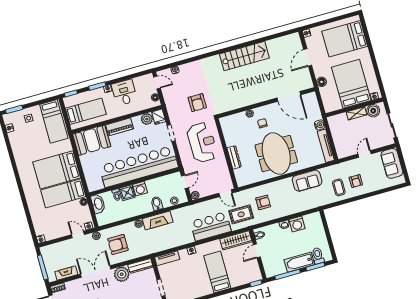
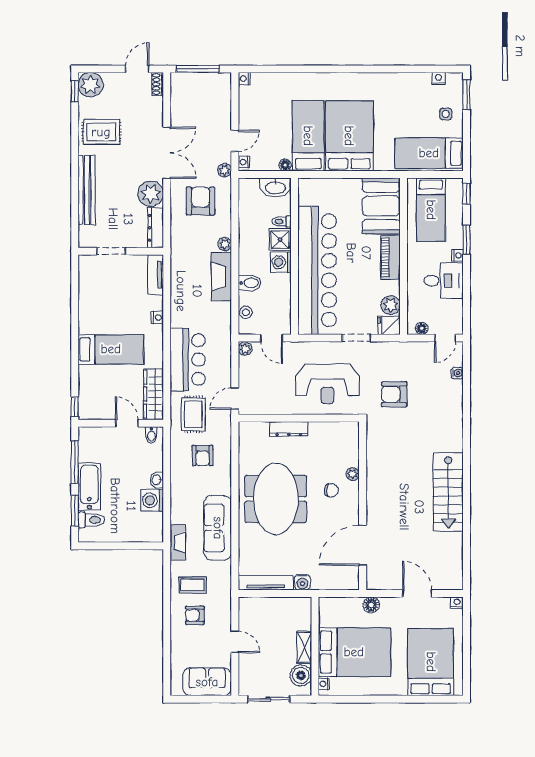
meeting table: (276, 154) -> (276, 499), turned 90
sofa: (307, 181) -> (218, 528), width x1.36
fireplace: (66, 273) -> (178, 542), moved

